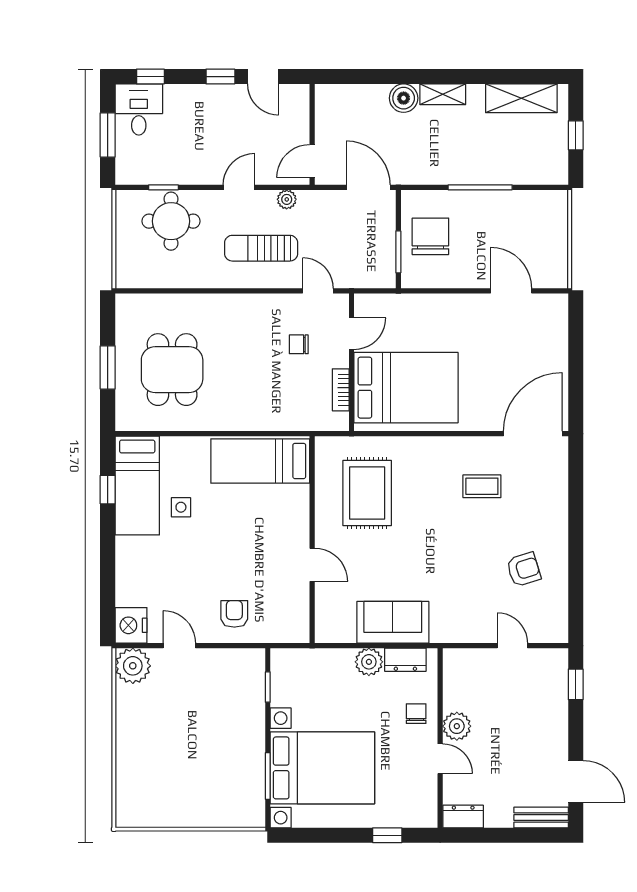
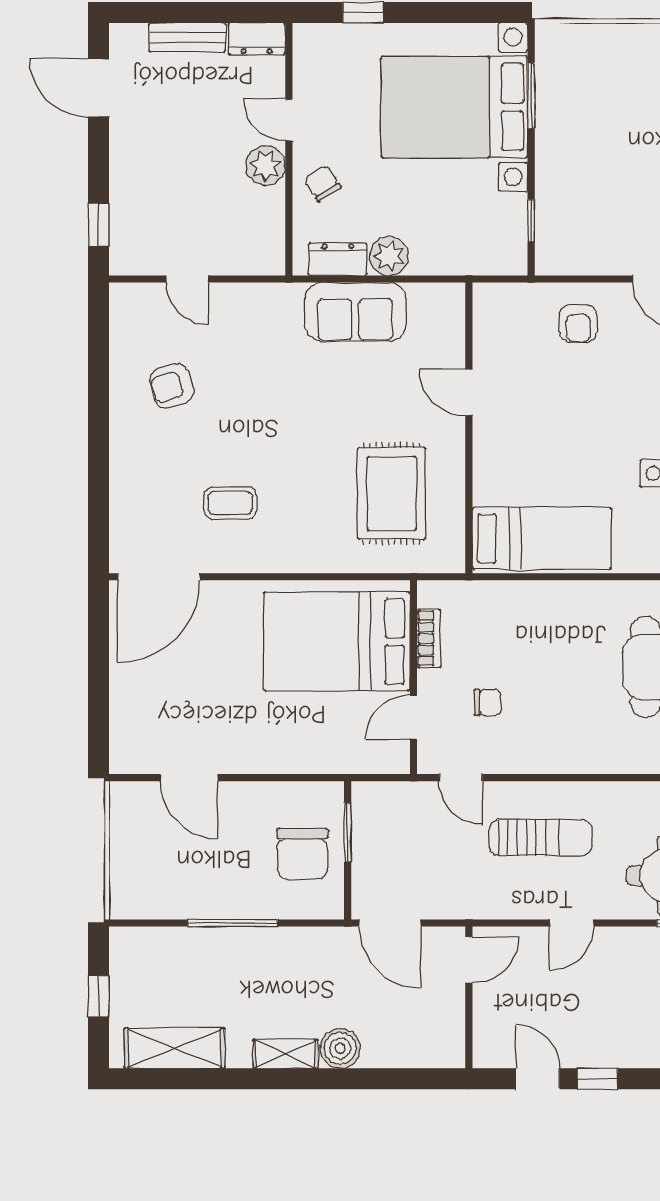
plant: (287, 199) -> (505, 906), removed
chair: (416, 714) -> (323, 183), turned 148
bench: (541, 817) -> (187, 37), moved

